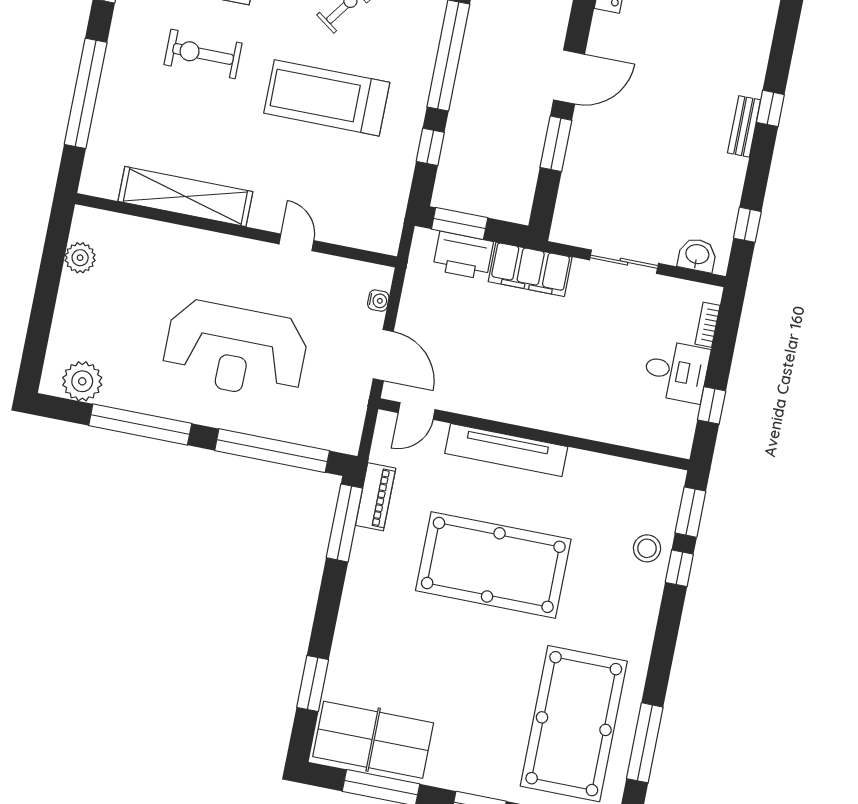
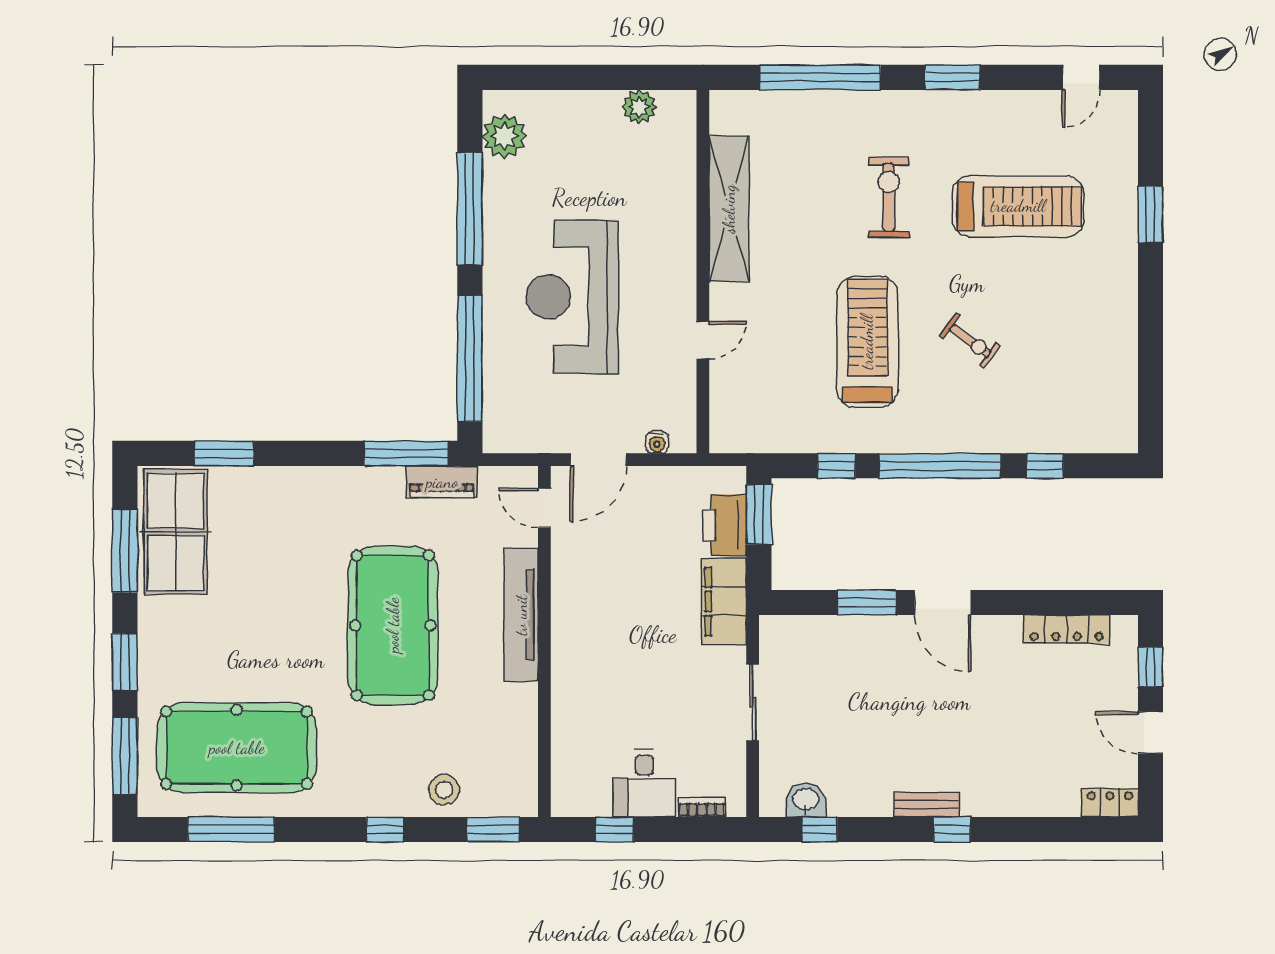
washbasin: (697, 255) -> (806, 800), moved, turned -90
window: (679, 568) -> (385, 829), moved

